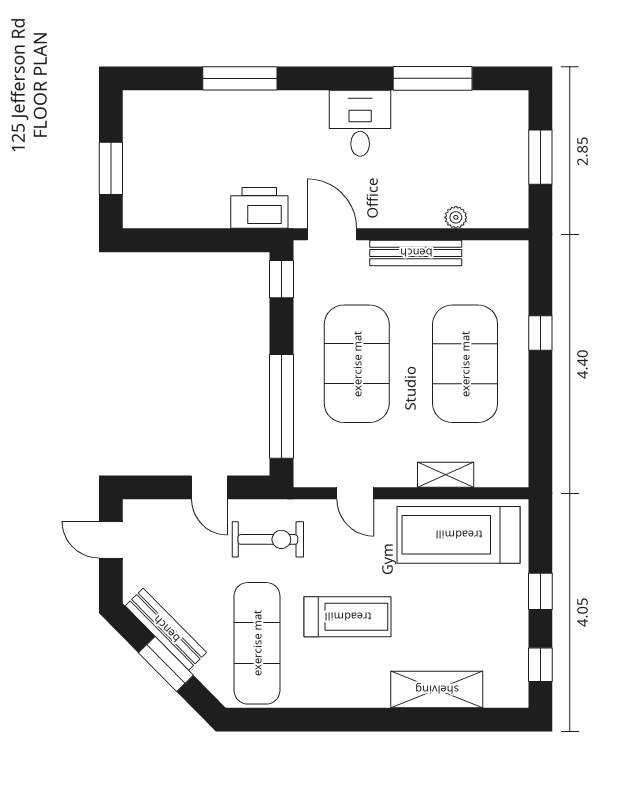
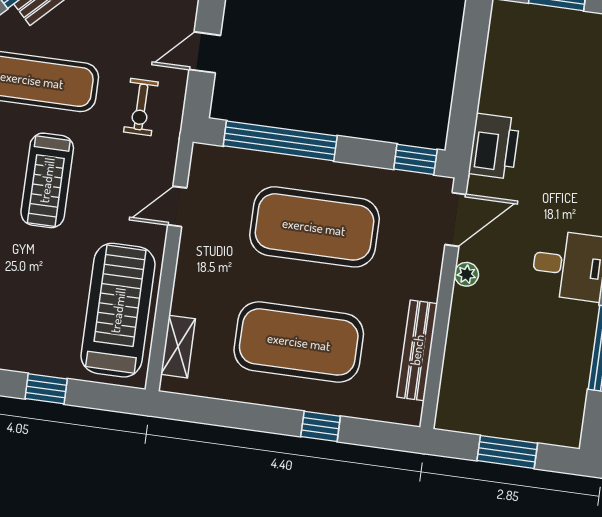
plant: (456, 217) -> (466, 274), moved
bench: (416, 253) -> (417, 350), moved
shelving: (446, 475) -> (178, 347), moved
exercise bike: (268, 539) -> (141, 107), width x0.73, depth x0.72

